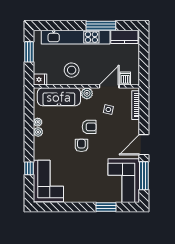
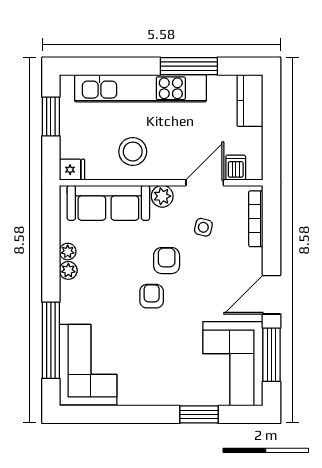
kitchen counter: (124, 37) -> (250, 101), moved, turned 90
armchair: (89, 127) -> (167, 261), turned -90
window: (29, 168) -> (51, 340), width x3.17

